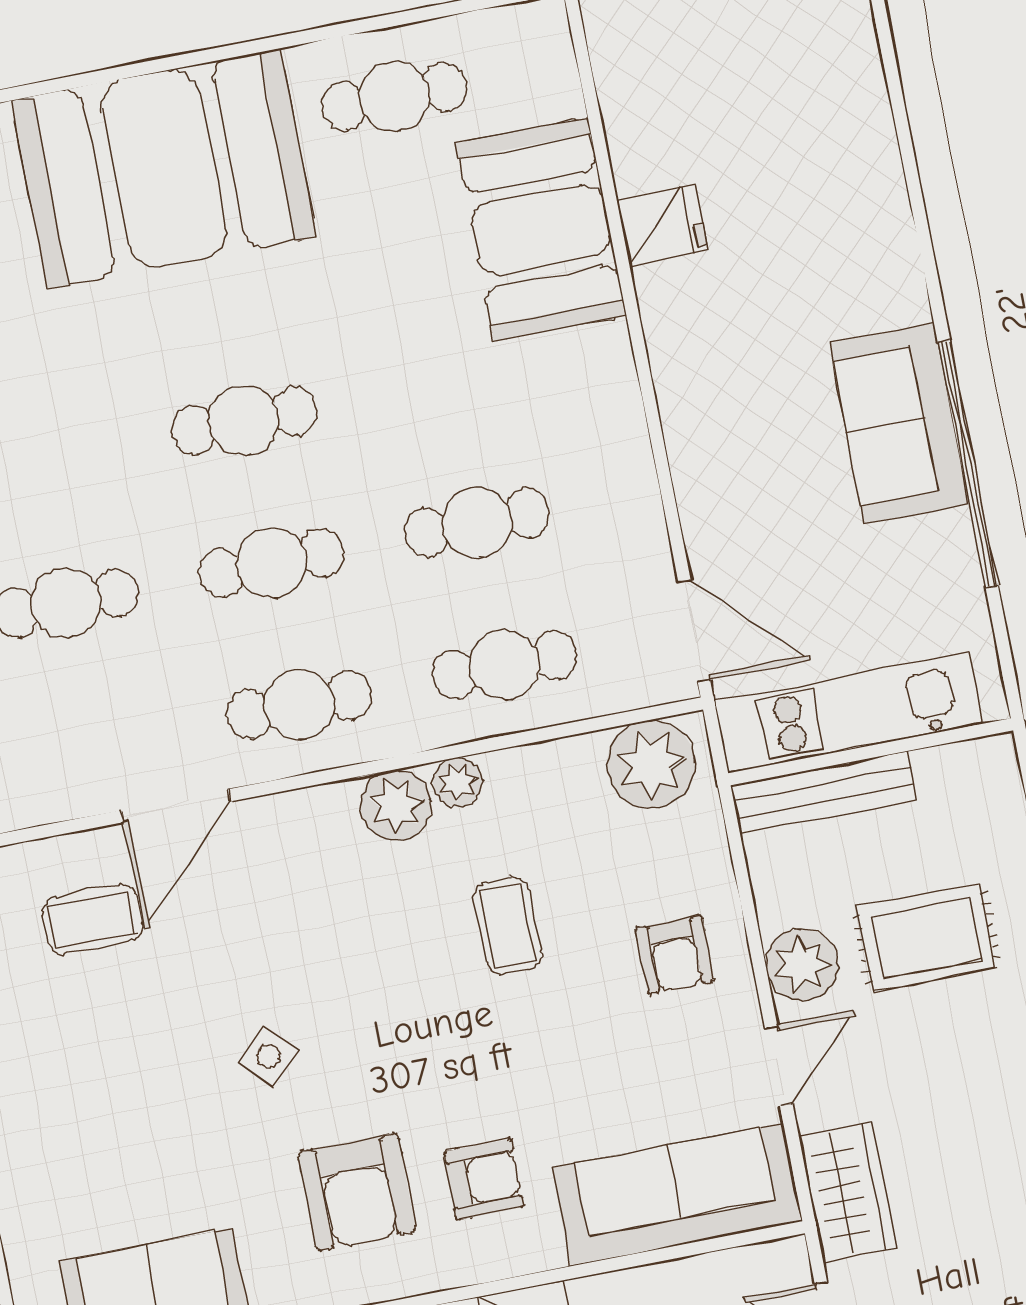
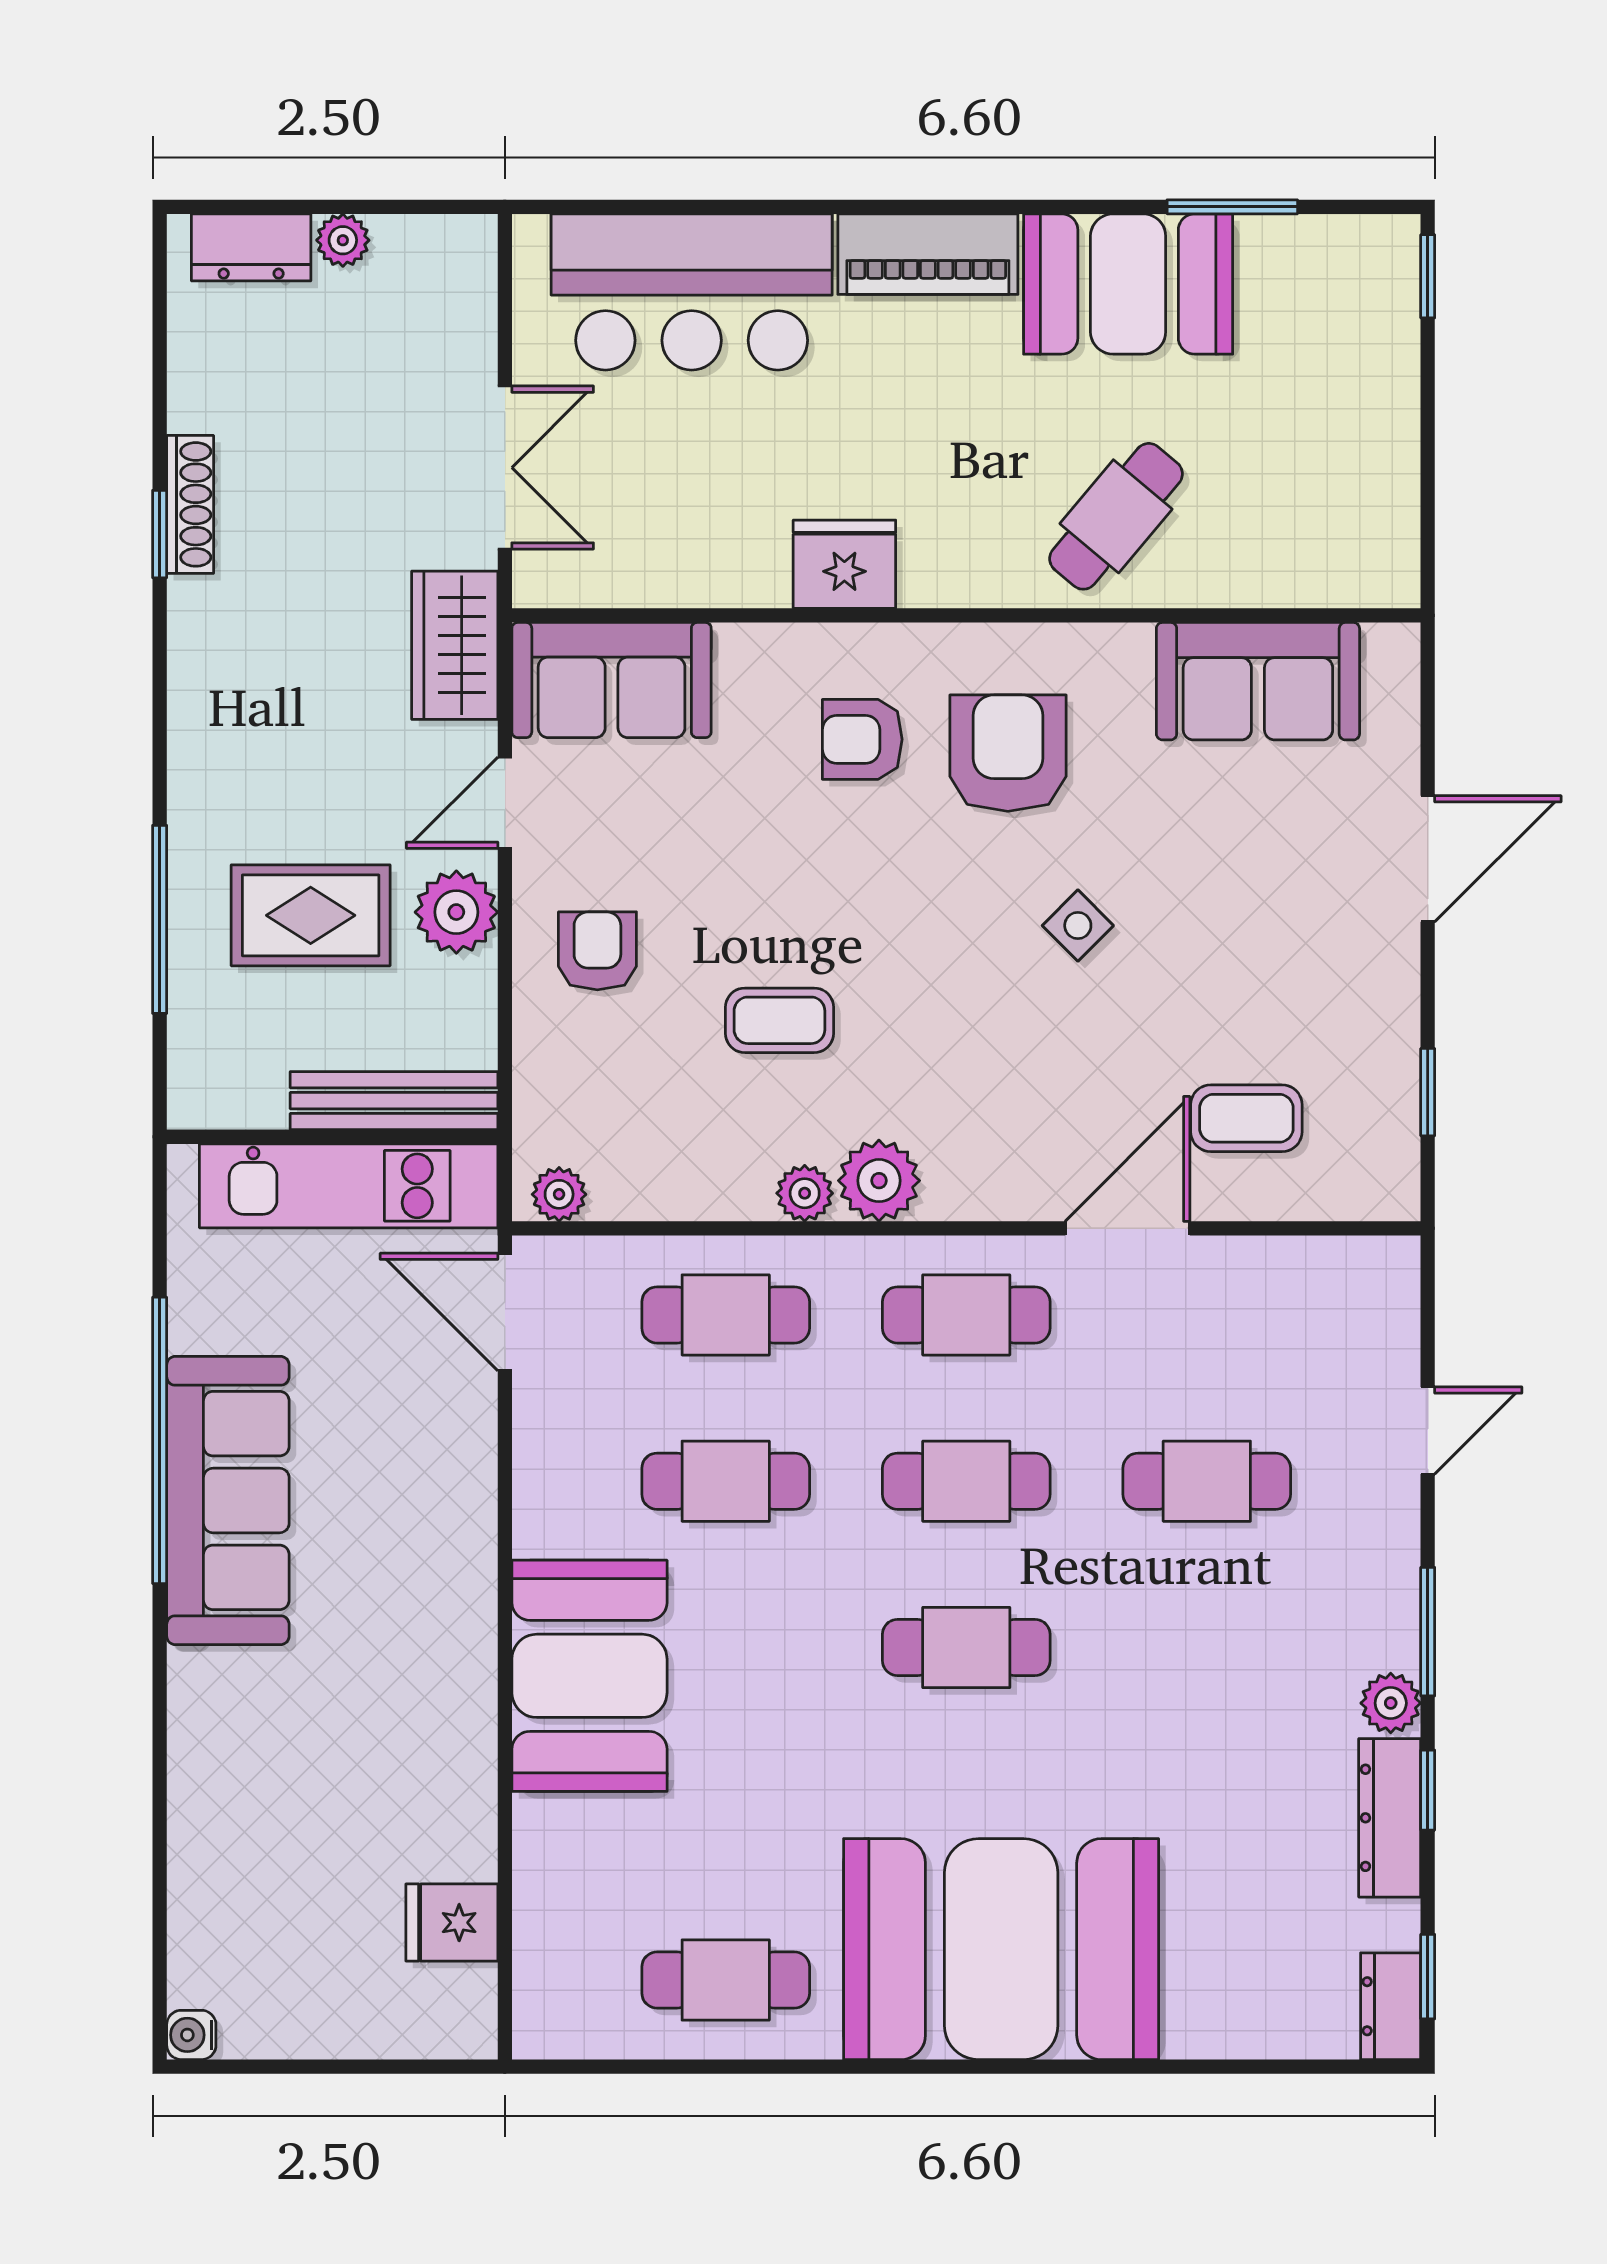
fridge: (662, 225) -> (452, 1923), moved
booth: (541, 229) -> (589, 1676), moved
sofa: (899, 424) -> (228, 1500), width x1.36
plant: (651, 764) -> (559, 1194), width x0.53, depth x0.53
coffee table: (508, 926) -> (779, 1020), turned 90
sofa: (677, 1194) -> (612, 680), width x0.73

